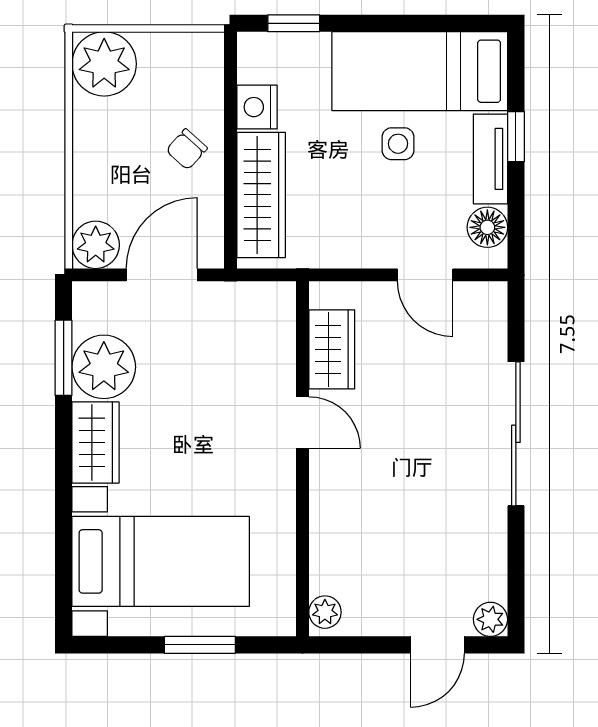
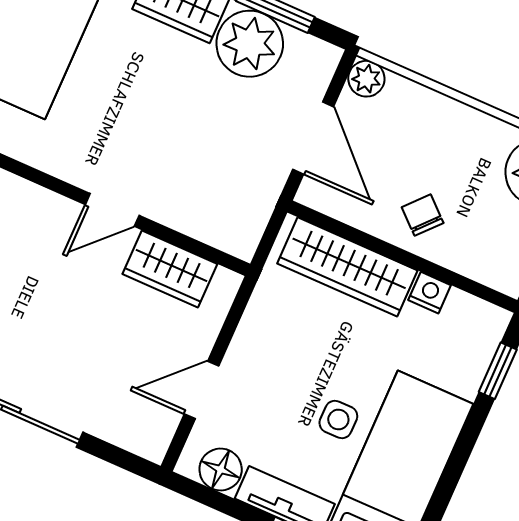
nightstand: (257, 107) -> (430, 293), width x0.72, depth x0.74
plant: (96, 245) -> (366, 79), width x0.73, depth x0.73

